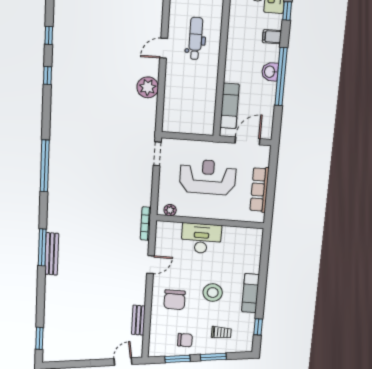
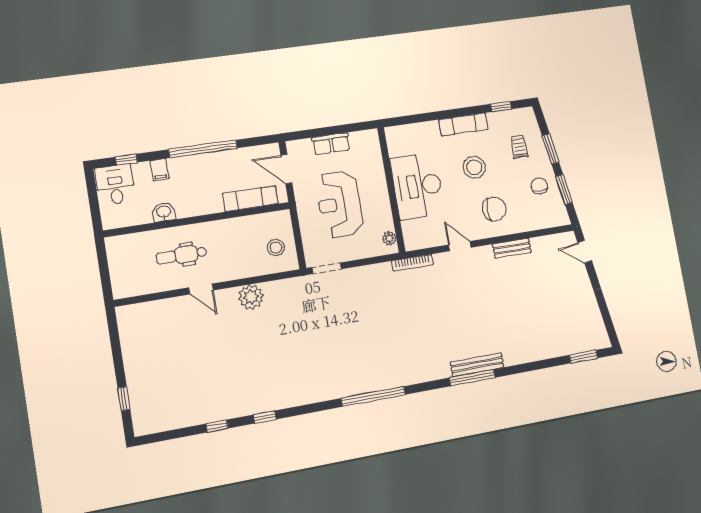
washbasin: (270, 72) -> (164, 212), moved, turned 180
stool: (184, 117) -> (276, 247), added
row of seats: (259, 190) -> (331, 144), width x0.68
desk: (201, 238) -> (417, 186), width x1.36, depth x1.30
bench: (138, 320) -> (512, 248), moved

